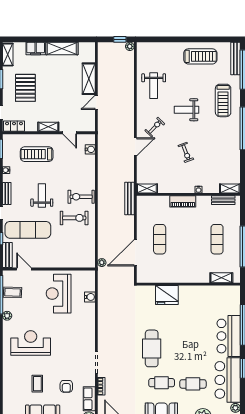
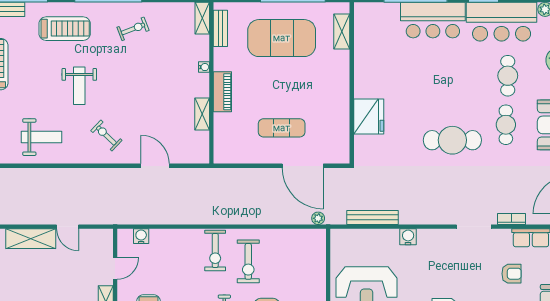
door: (135, 147) -> (155, 166), moved
exercise bike: (186, 152) -> (133, 29), moved
shelving: (147, 188) -> (202, 114), moved
bench: (129, 199) -> (372, 217), moved
exercise bike: (74, 218) -> (248, 261), turned 180
exercise mat: (217, 239) -> (282, 38), width x2.00, depth x1.45
water cooler: (90, 297) -> (408, 237), moved

